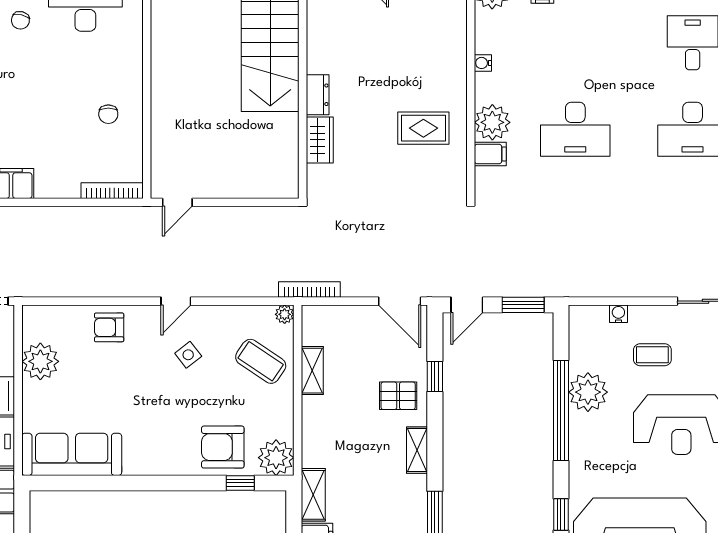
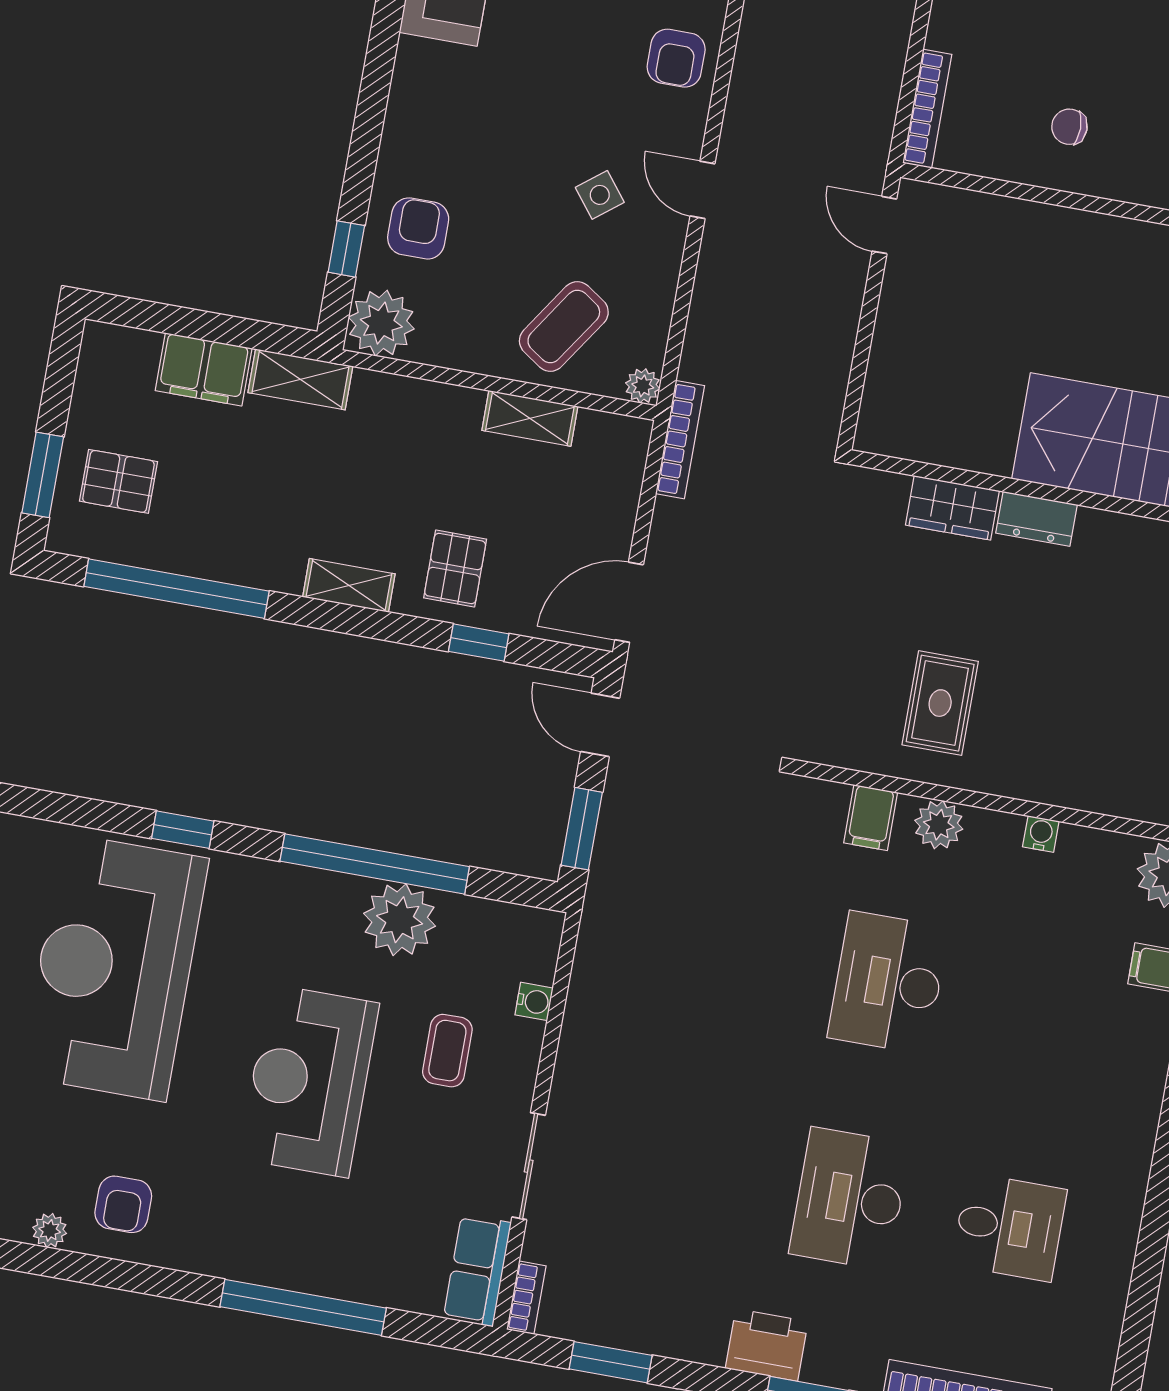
plant: (492, 122) -> (939, 825), width x0.73, depth x0.73
armchair: (109, 327) -> (676, 58), turned 180
armchair: (223, 447) -> (418, 228), width x0.72, depth x0.72

